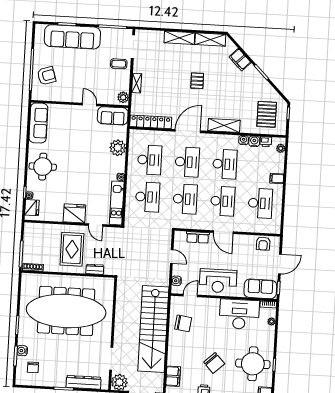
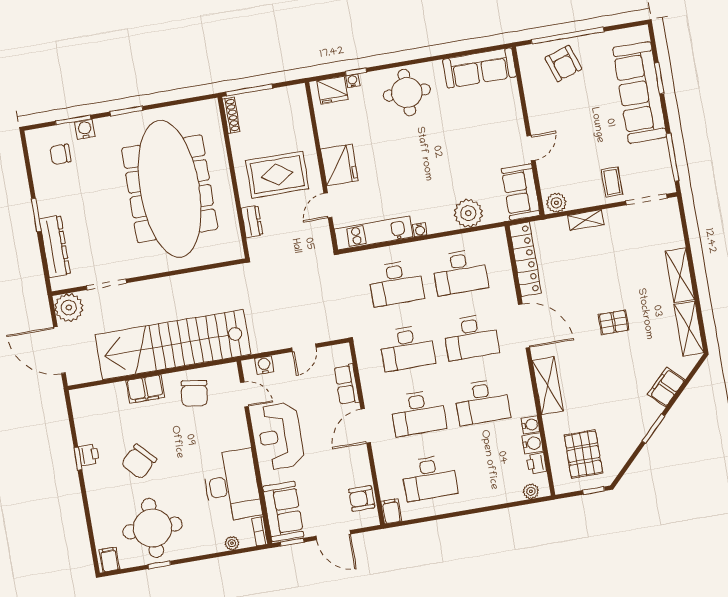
pallet: (267, 114) -> (583, 454), turned 90
filing cabinet: (277, 179) -> (391, 511), moved
filing cabinet: (173, 376) -> (145, 389), moved

